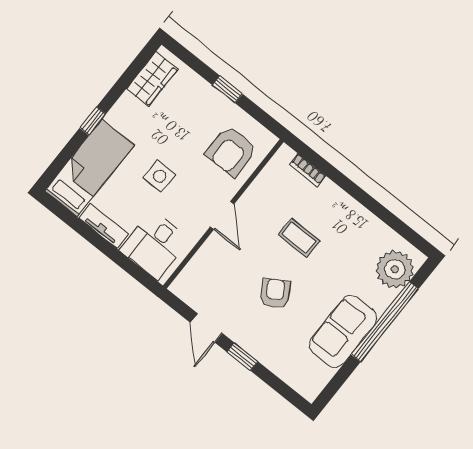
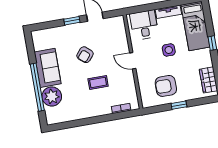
armchair: (231, 151) -> (166, 86), moved, turned -90
plant: (395, 269) -> (52, 96), moved
armchair: (275, 293) -> (85, 55), turned 73

